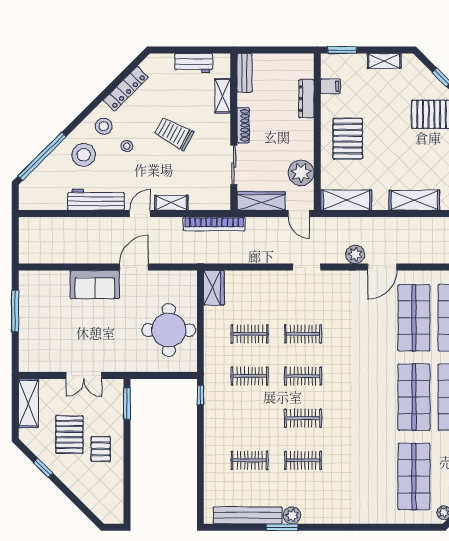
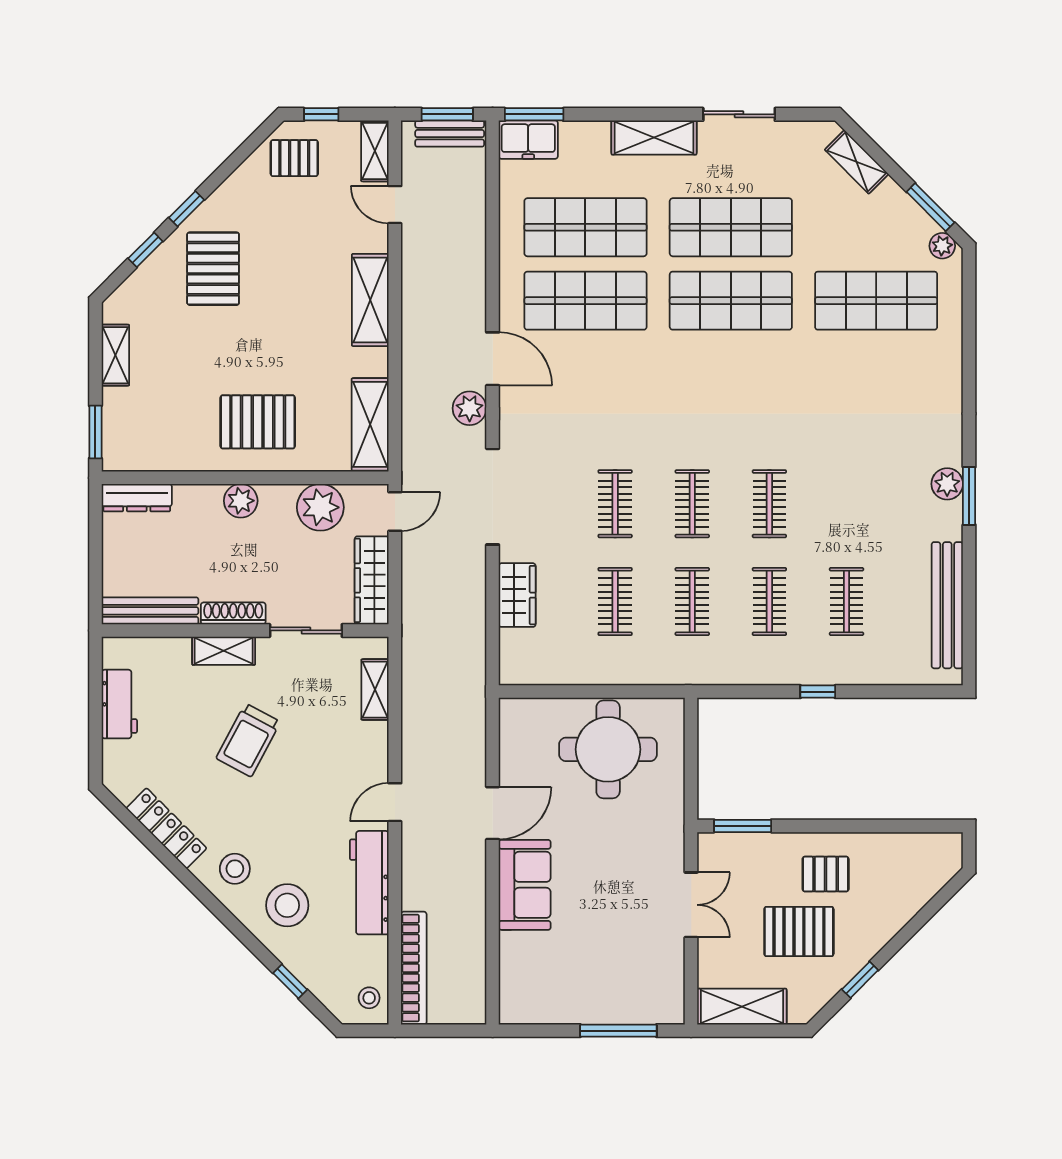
bench: (245, 73) -> (150, 611), width x1.36
filing cabinet: (330, 86) -> (162, 454), removed
shelving: (223, 96) -> (224, 651), moved
dresser: (306, 99) -> (137, 498), moved
plant: (305, 129) -> (241, 501), added
stool: (127, 146) -> (369, 998), moved
window: (42, 156) -> (290, 981), width x0.32
shelving: (171, 203) -> (375, 690), moved
door: (140, 214) -> (395, 802), hinge flipped
bookcase: (214, 224) -> (414, 968), moved
door: (134, 267) -> (493, 813), swing flipped
doorway: (307, 267) -> (493, 497), width x1.88
wardrobe: (214, 288) -> (517, 595), moved, turned 90
window: (15, 311) -> (618, 1031), moved
window: (200, 395) -> (818, 692), moved
clothes rail: (303, 460) -> (769, 601), moved
plant: (292, 515) -> (947, 484), moved
window: (282, 527) -> (969, 496), moved

